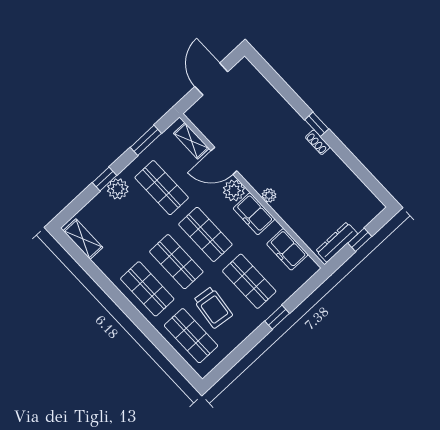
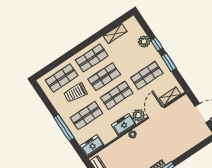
window: (146, 140) -> (169, 62), moved
plant: (118, 189) -> (144, 42), moved
shelving: (83, 239) -> (115, 34), moved
freezer: (287, 249) -> (92, 145), moved
window: (277, 317) -> (64, 128), width x2.17

